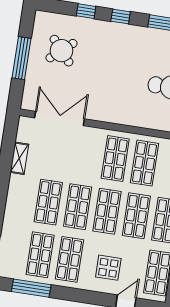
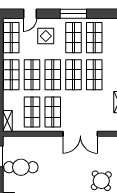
double door: (60, 118) -> (80, 134), moved
window: (31, 288) -> (73, 14), moved

